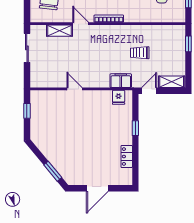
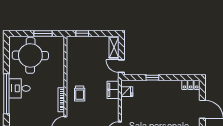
trolley: (140, 53) -> (80, 94), moved
locker: (127, 156) -> (191, 85), moved

